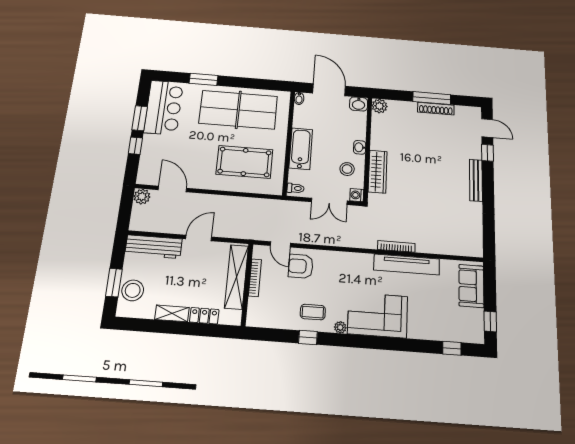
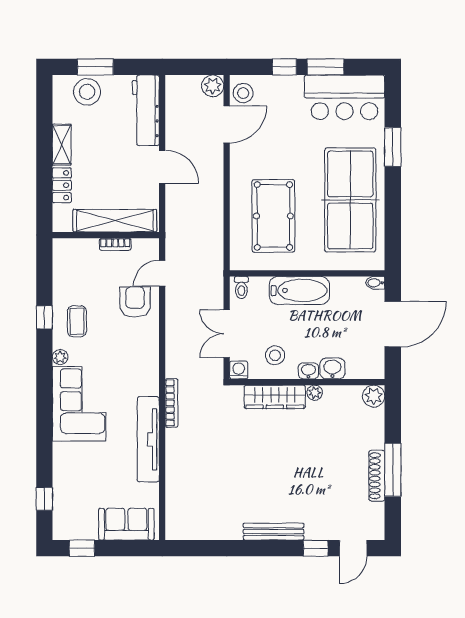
washbasin: (359, 104) -> (332, 368), moved, turned 90
plant: (376, 144) -> (315, 393), added
stool: (151, 176) -> (243, 93), added
bookcase: (396, 246) -> (172, 403), moved
bookcase: (255, 278) -> (115, 244), width x0.64

